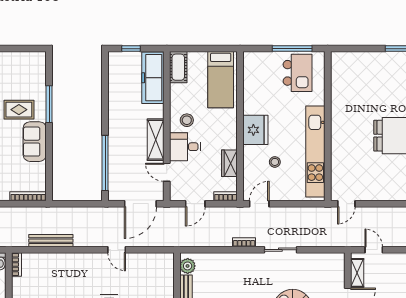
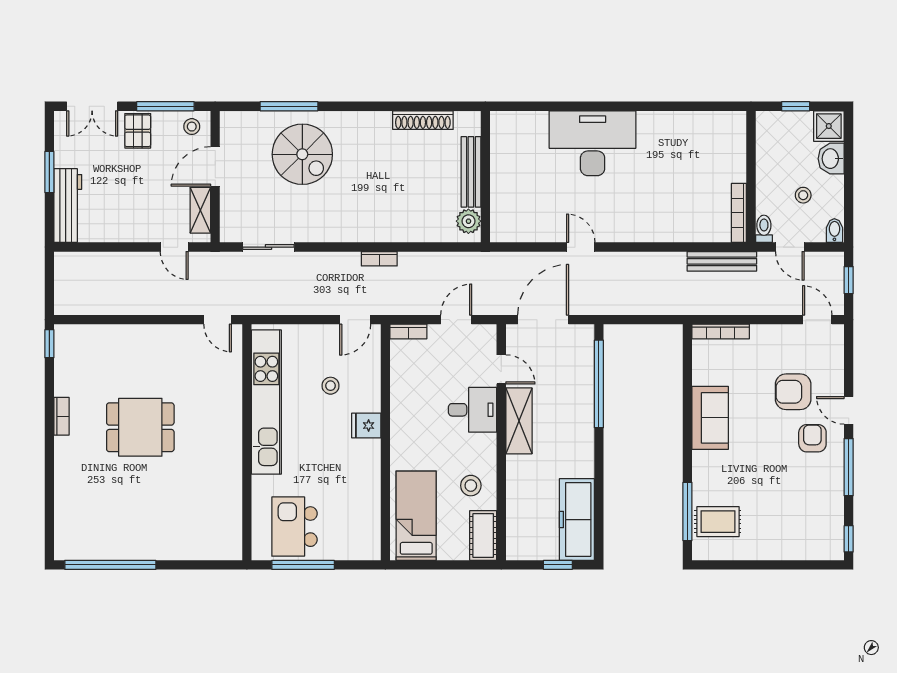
freezer: (153, 78) -> (577, 520), moved, turned 180
window: (49, 104) -> (687, 511), moved
rug: (19, 110) -> (718, 522), moved
stool: (187, 120) -> (471, 486), moved
fridge: (255, 130) -> (366, 426), width x0.53, depth x0.75
wardrobe: (229, 163) -> (402, 384), removed
door: (346, 204) -> (218, 320), swing flipped
bench: (51, 241) -> (722, 261), moved
sliding door: (280, 250) -> (268, 247), moved
bookcase: (17, 264) -> (739, 213), width x1.56

